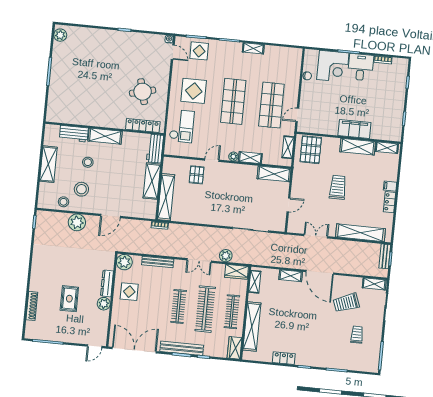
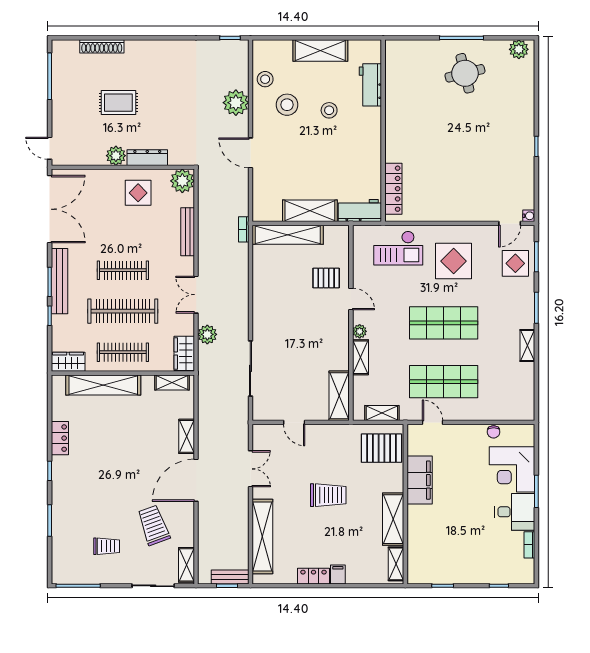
round table: (143, 92) -> (465, 73), moved
filing cabinet: (354, 129) -> (420, 480), moved
shelving: (105, 136) -> (371, 133), removed

